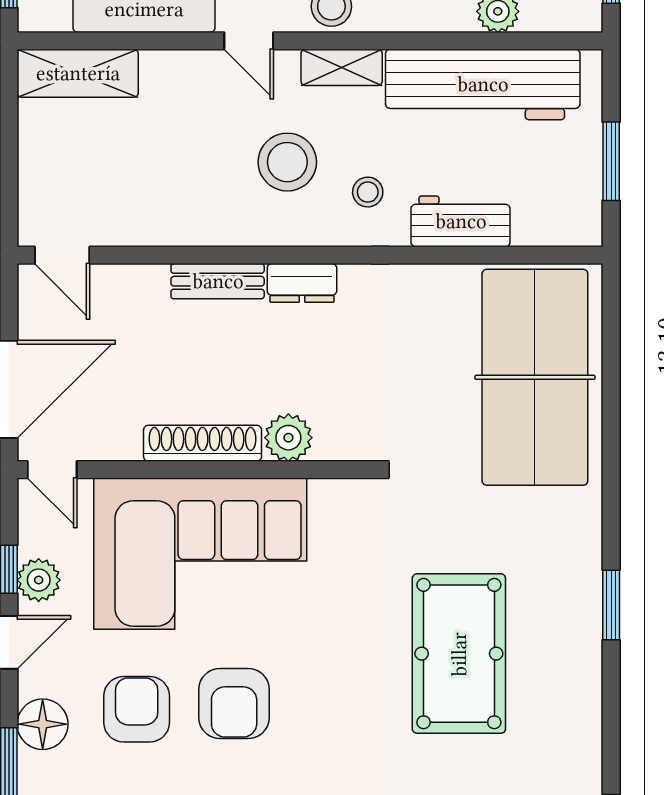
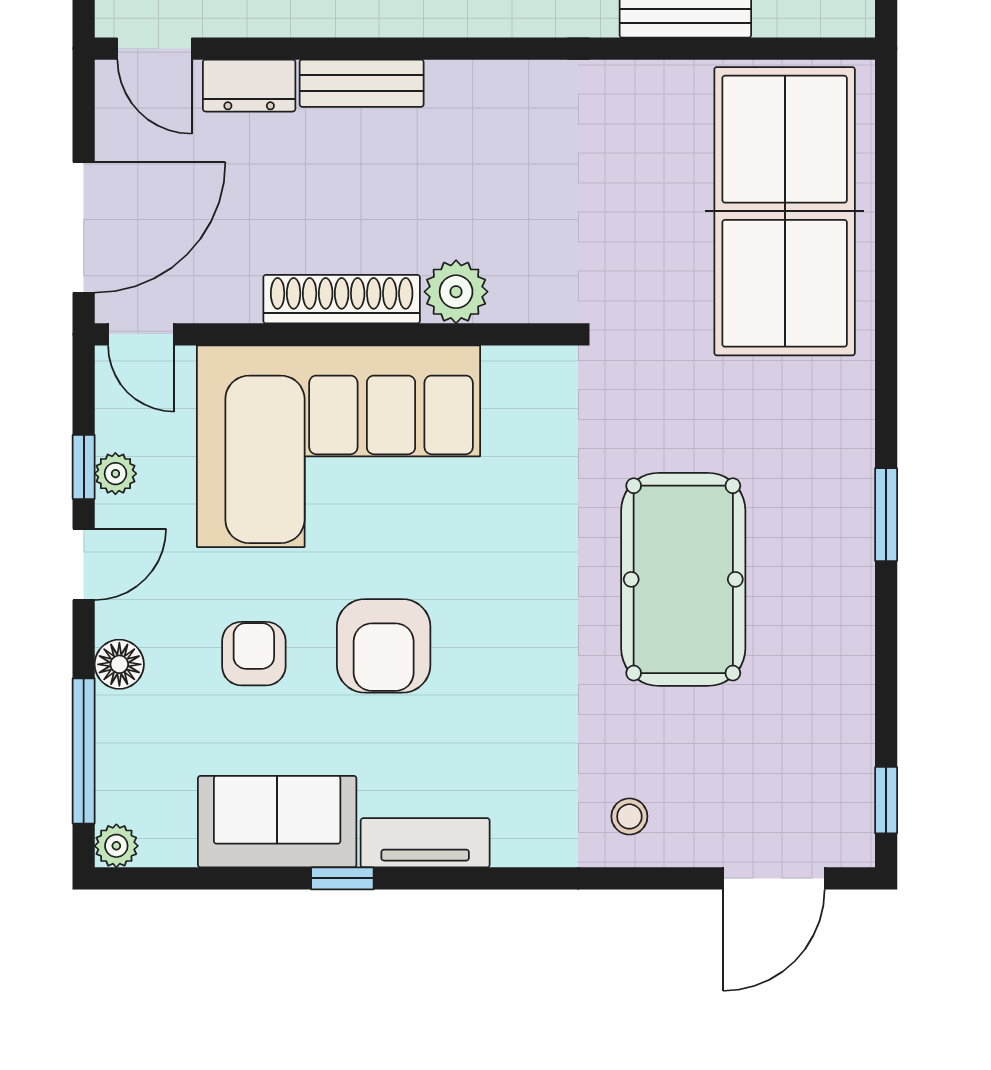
dresser: (302, 283) -> (249, 86), moved
plant: (39, 580) -> (115, 474), width x0.73, depth x0.73
armchair: (137, 709) -> (254, 654), width x0.72, depth x0.72
floor lamp: (43, 724) -> (119, 664), width x0.73, depth x0.73

